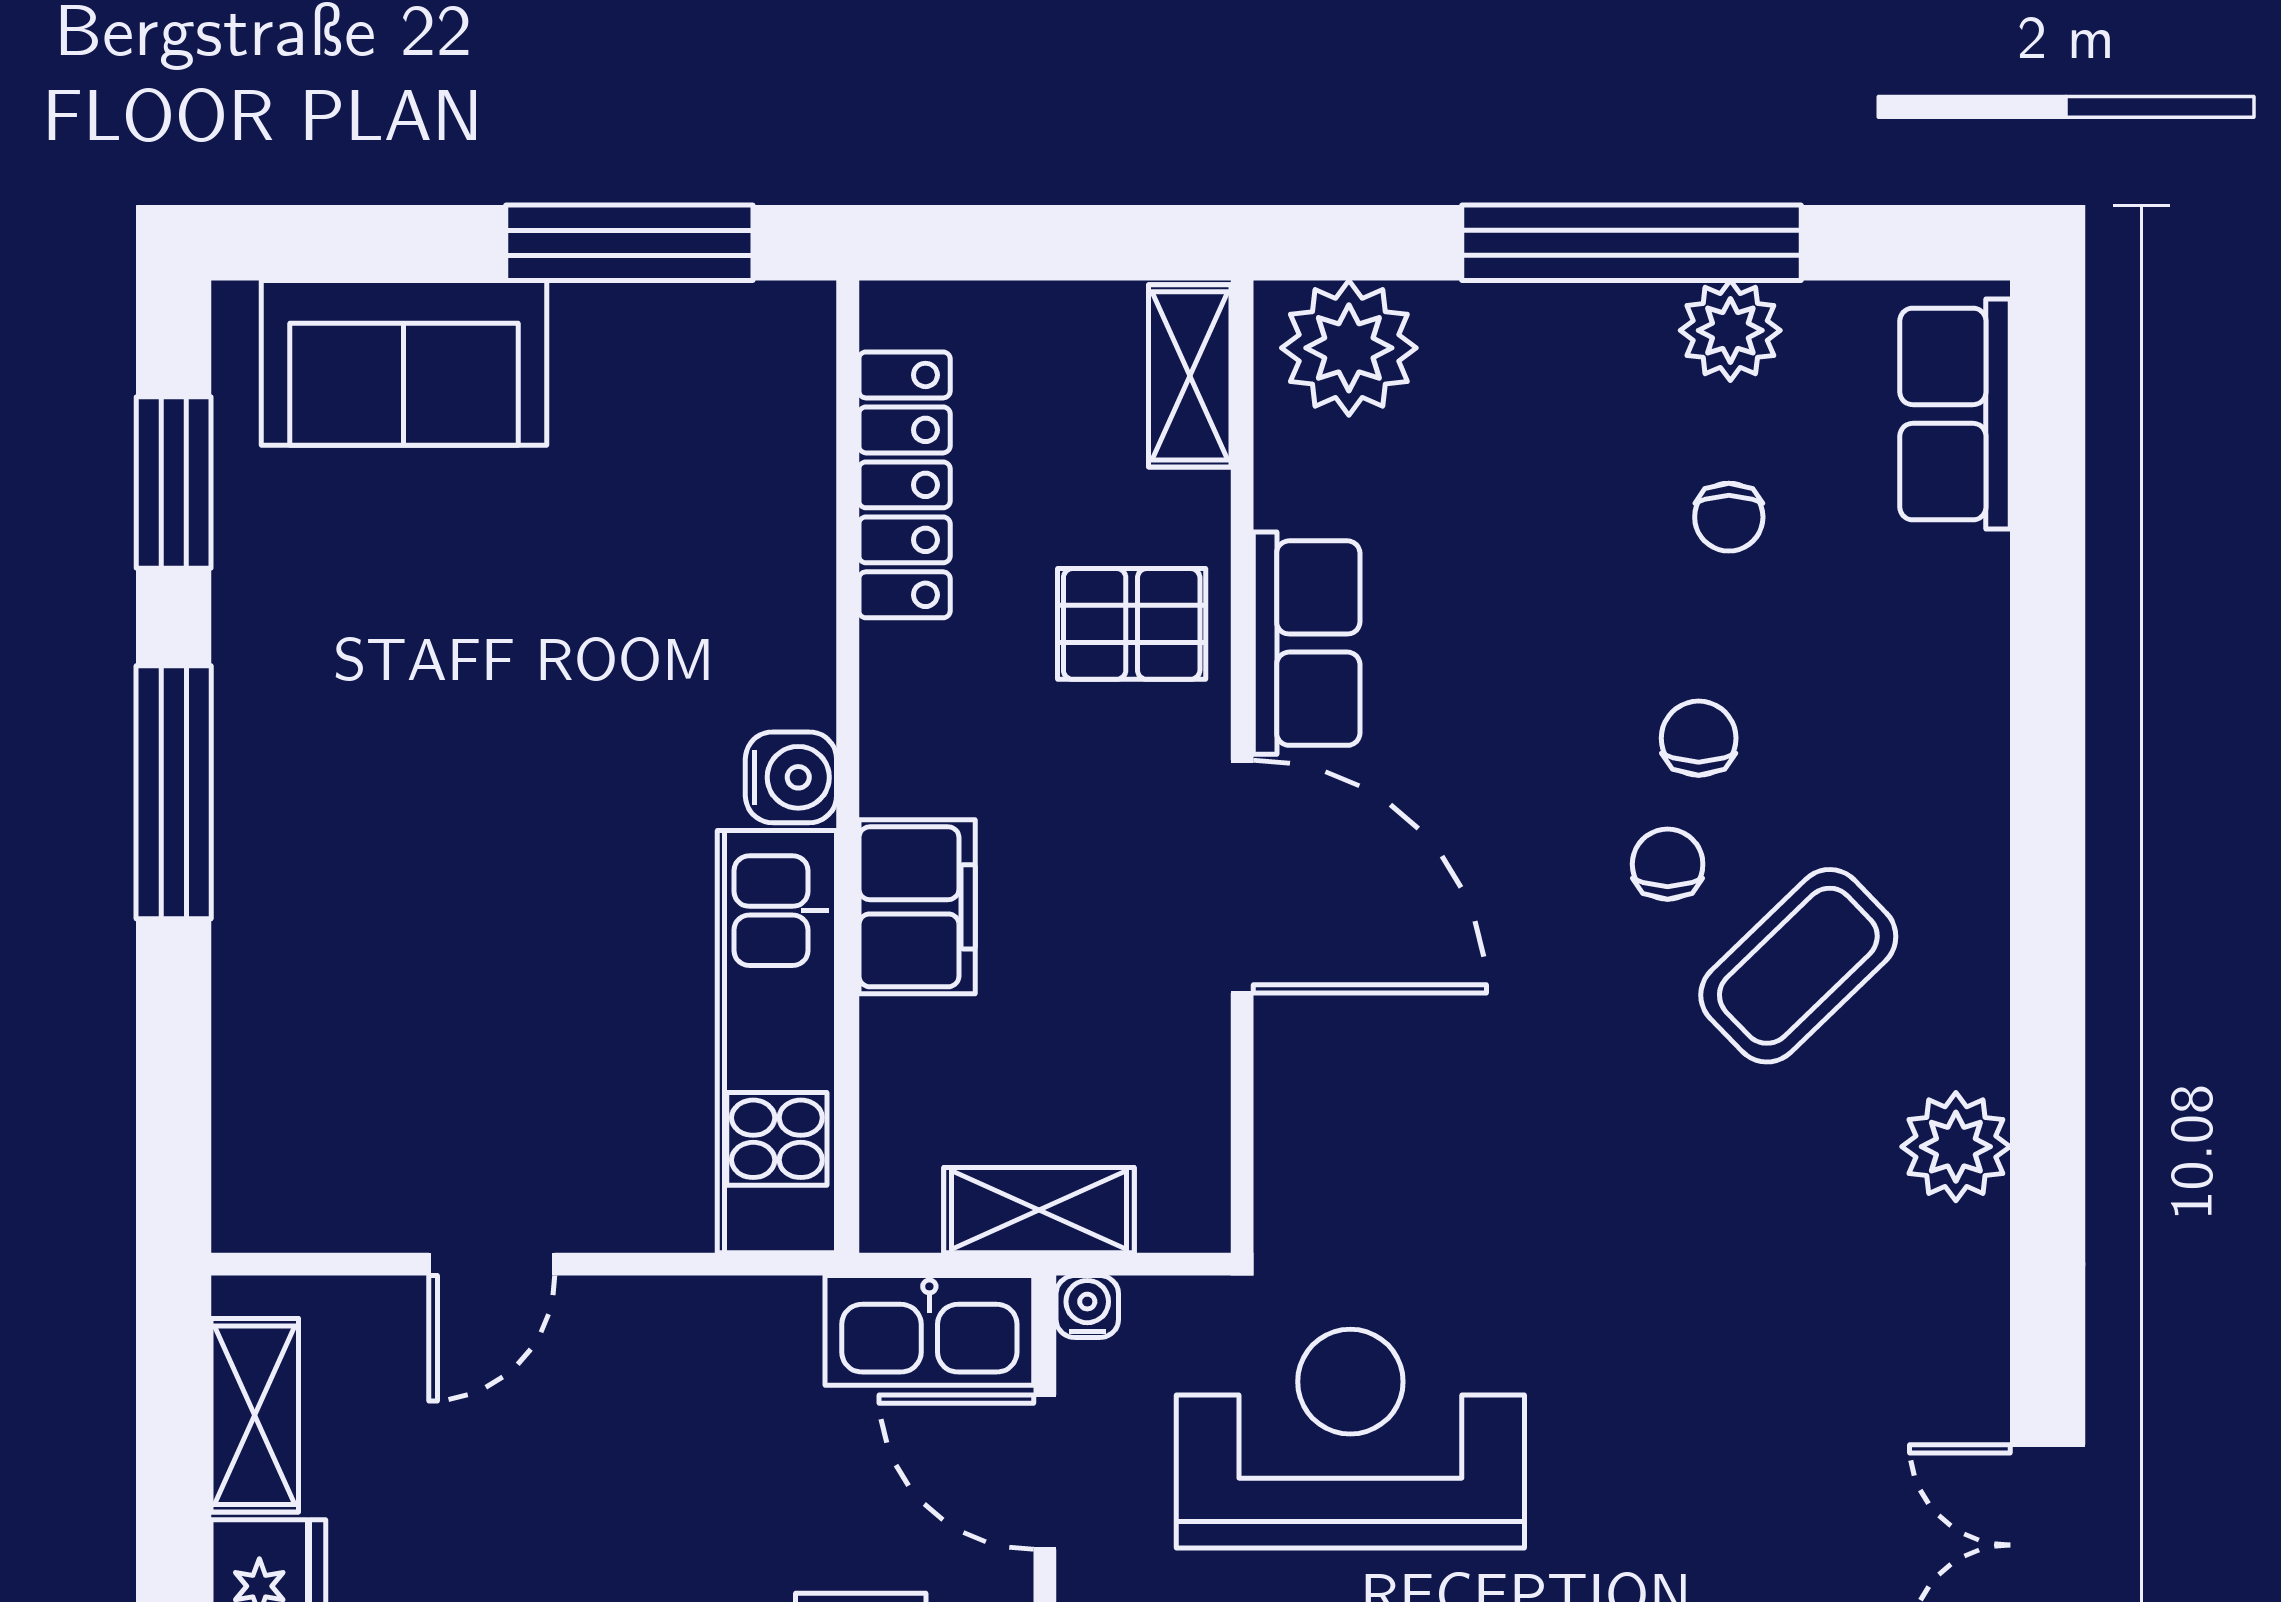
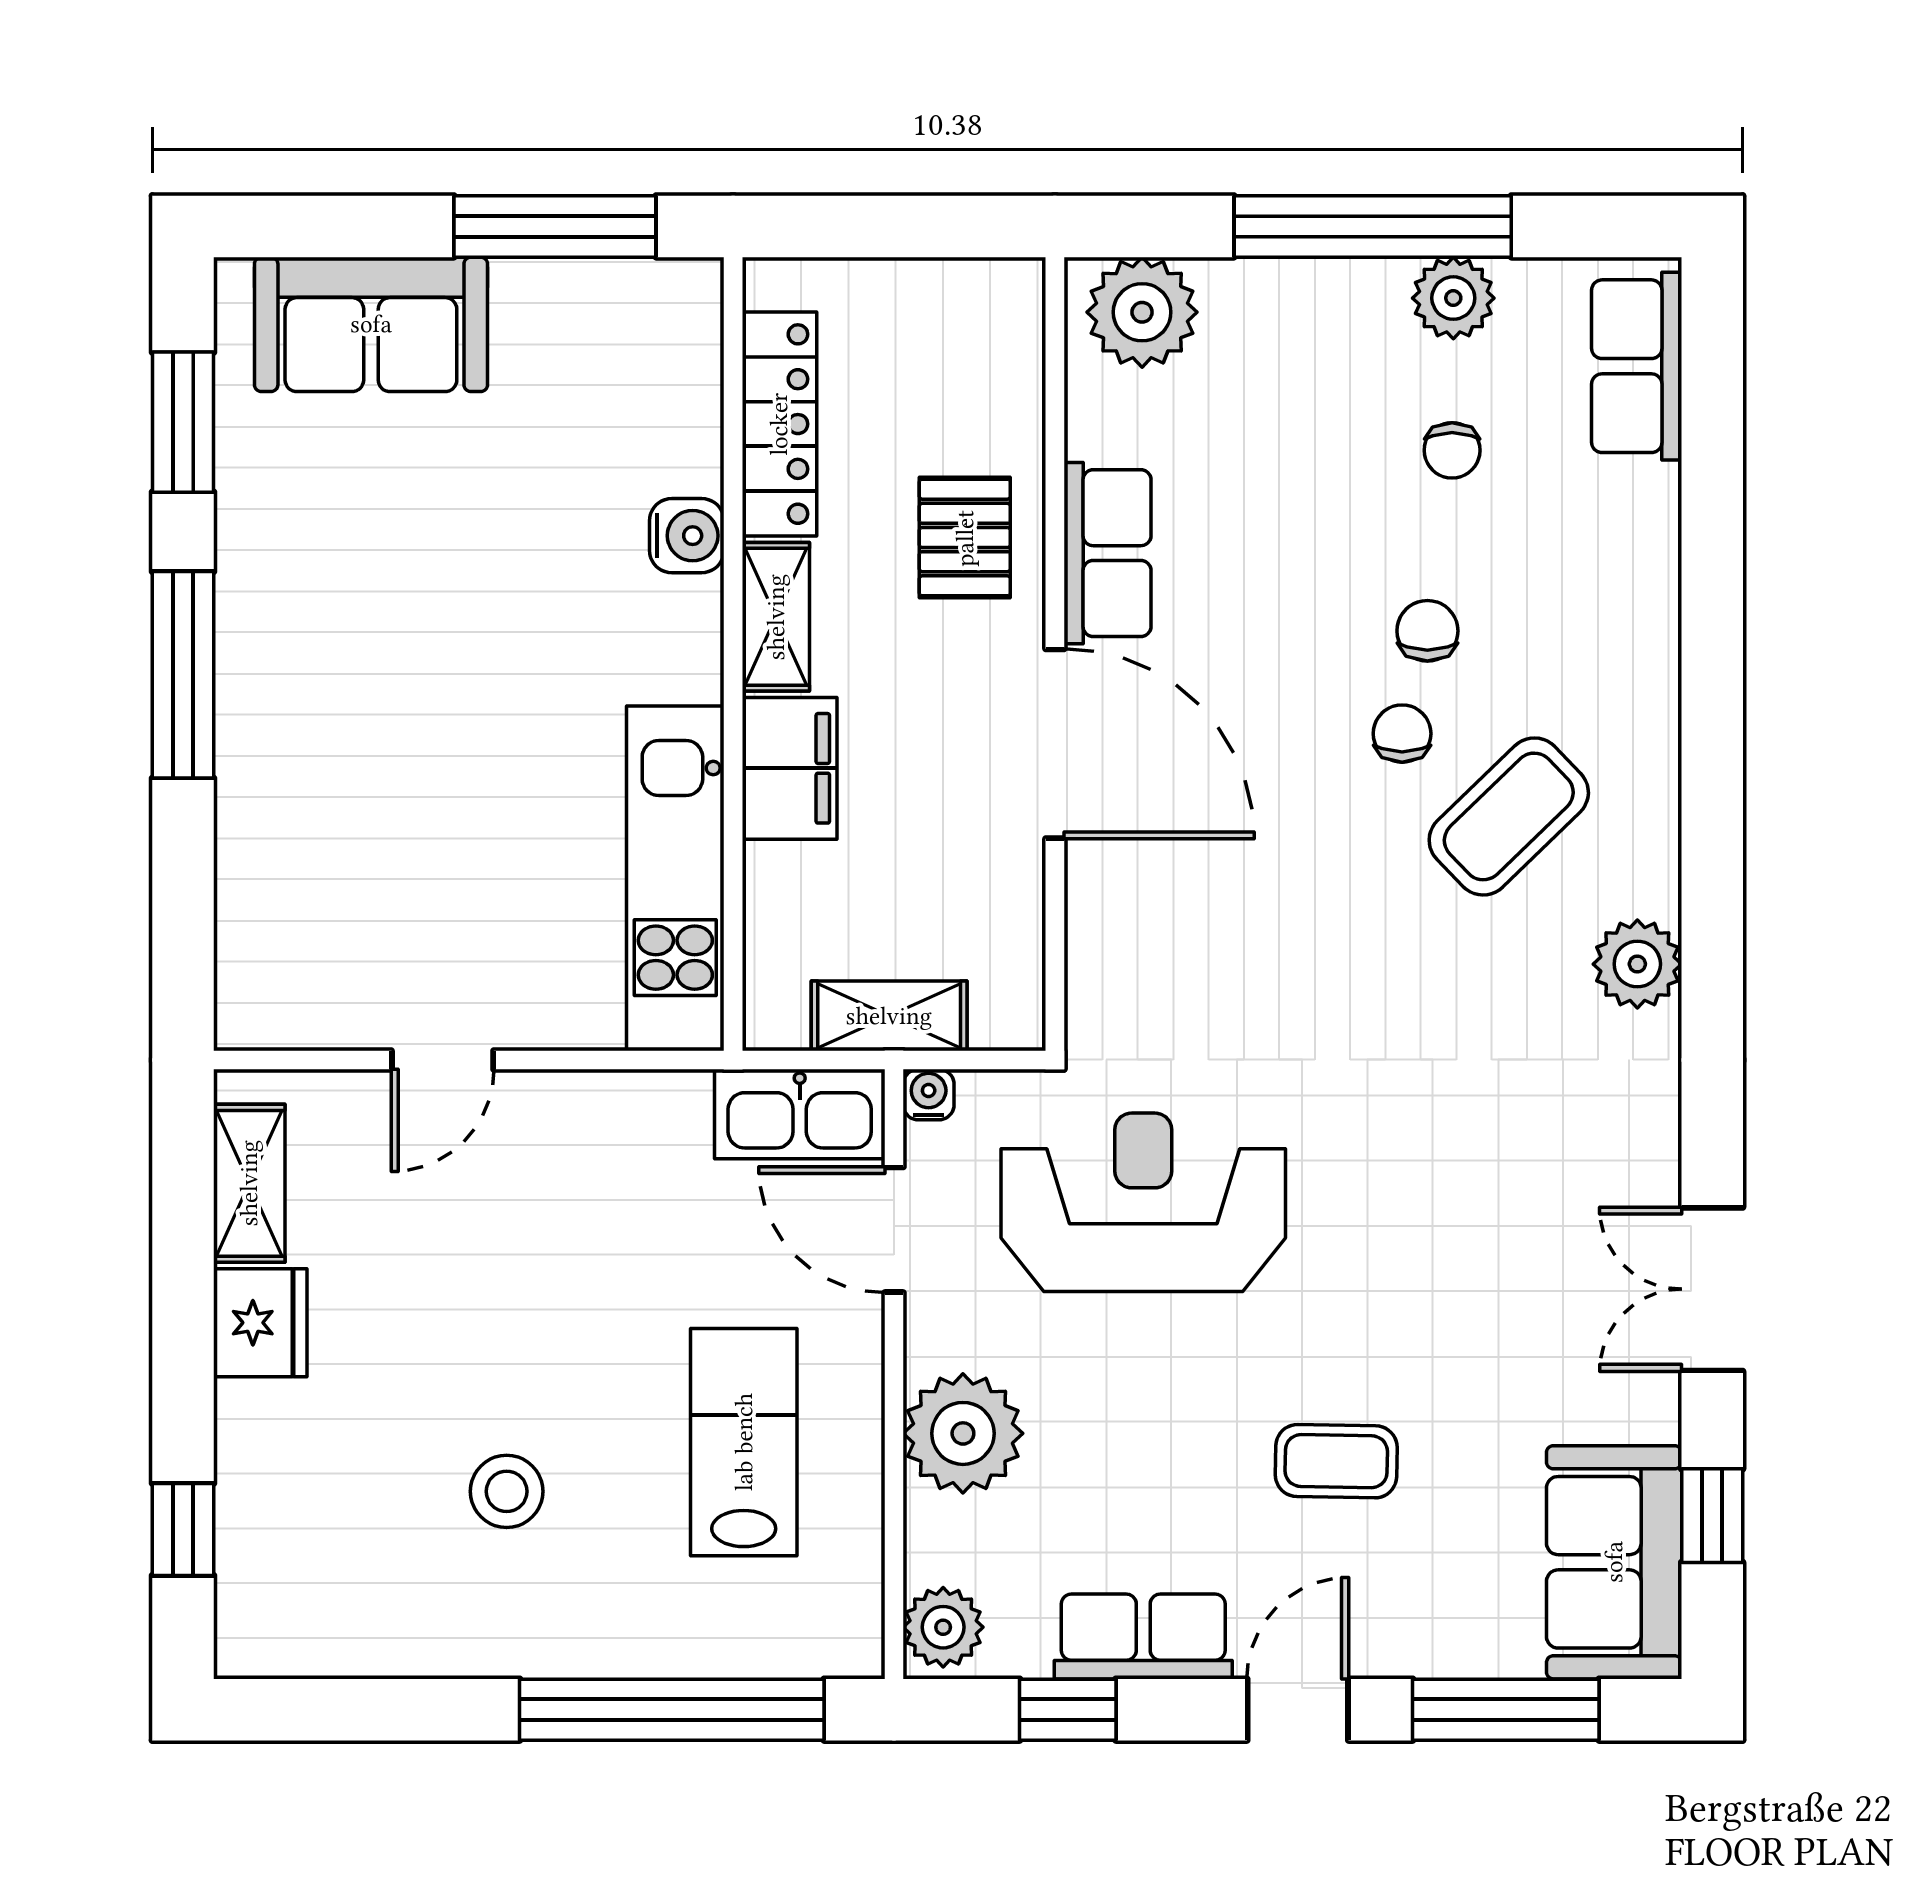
shelving: (1190, 376) -> (776, 617), moved
pallet: (1132, 624) -> (965, 538), turned 90
water cooler: (791, 777) -> (687, 536), moved

